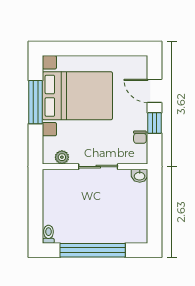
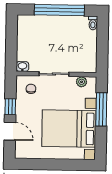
window: (36, 102) -> (101, 109), moved
chair: (140, 137) -> (31, 89), moved

